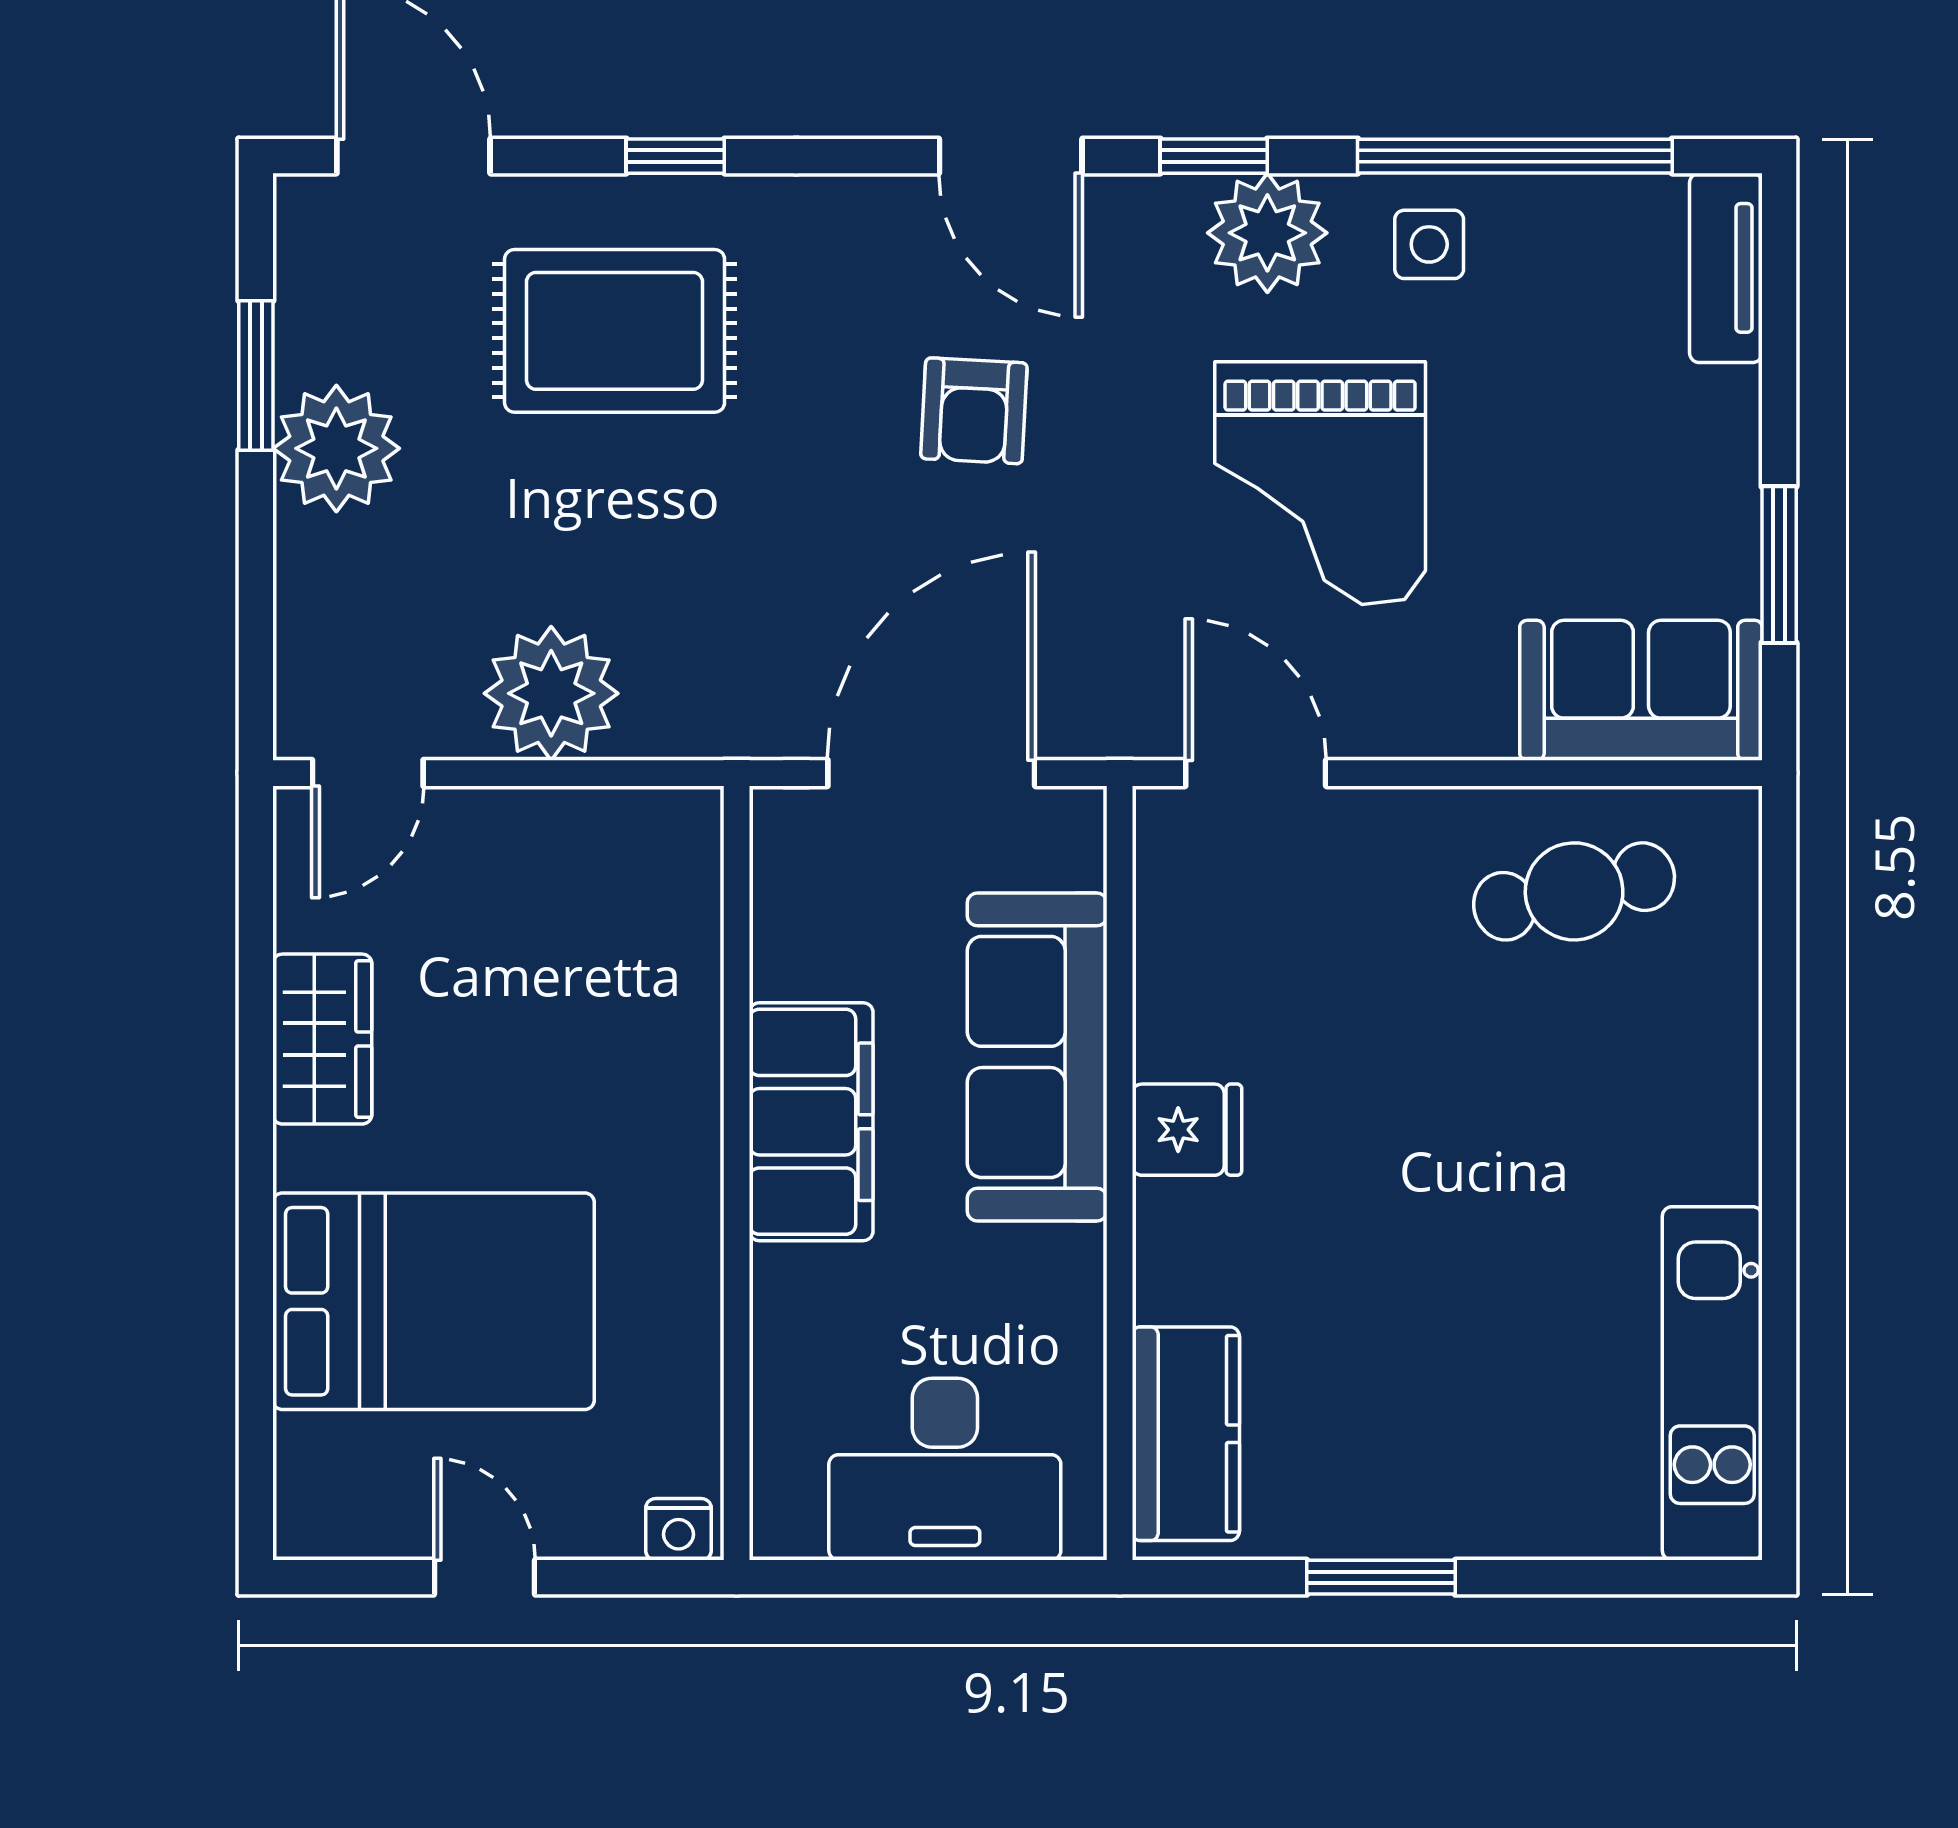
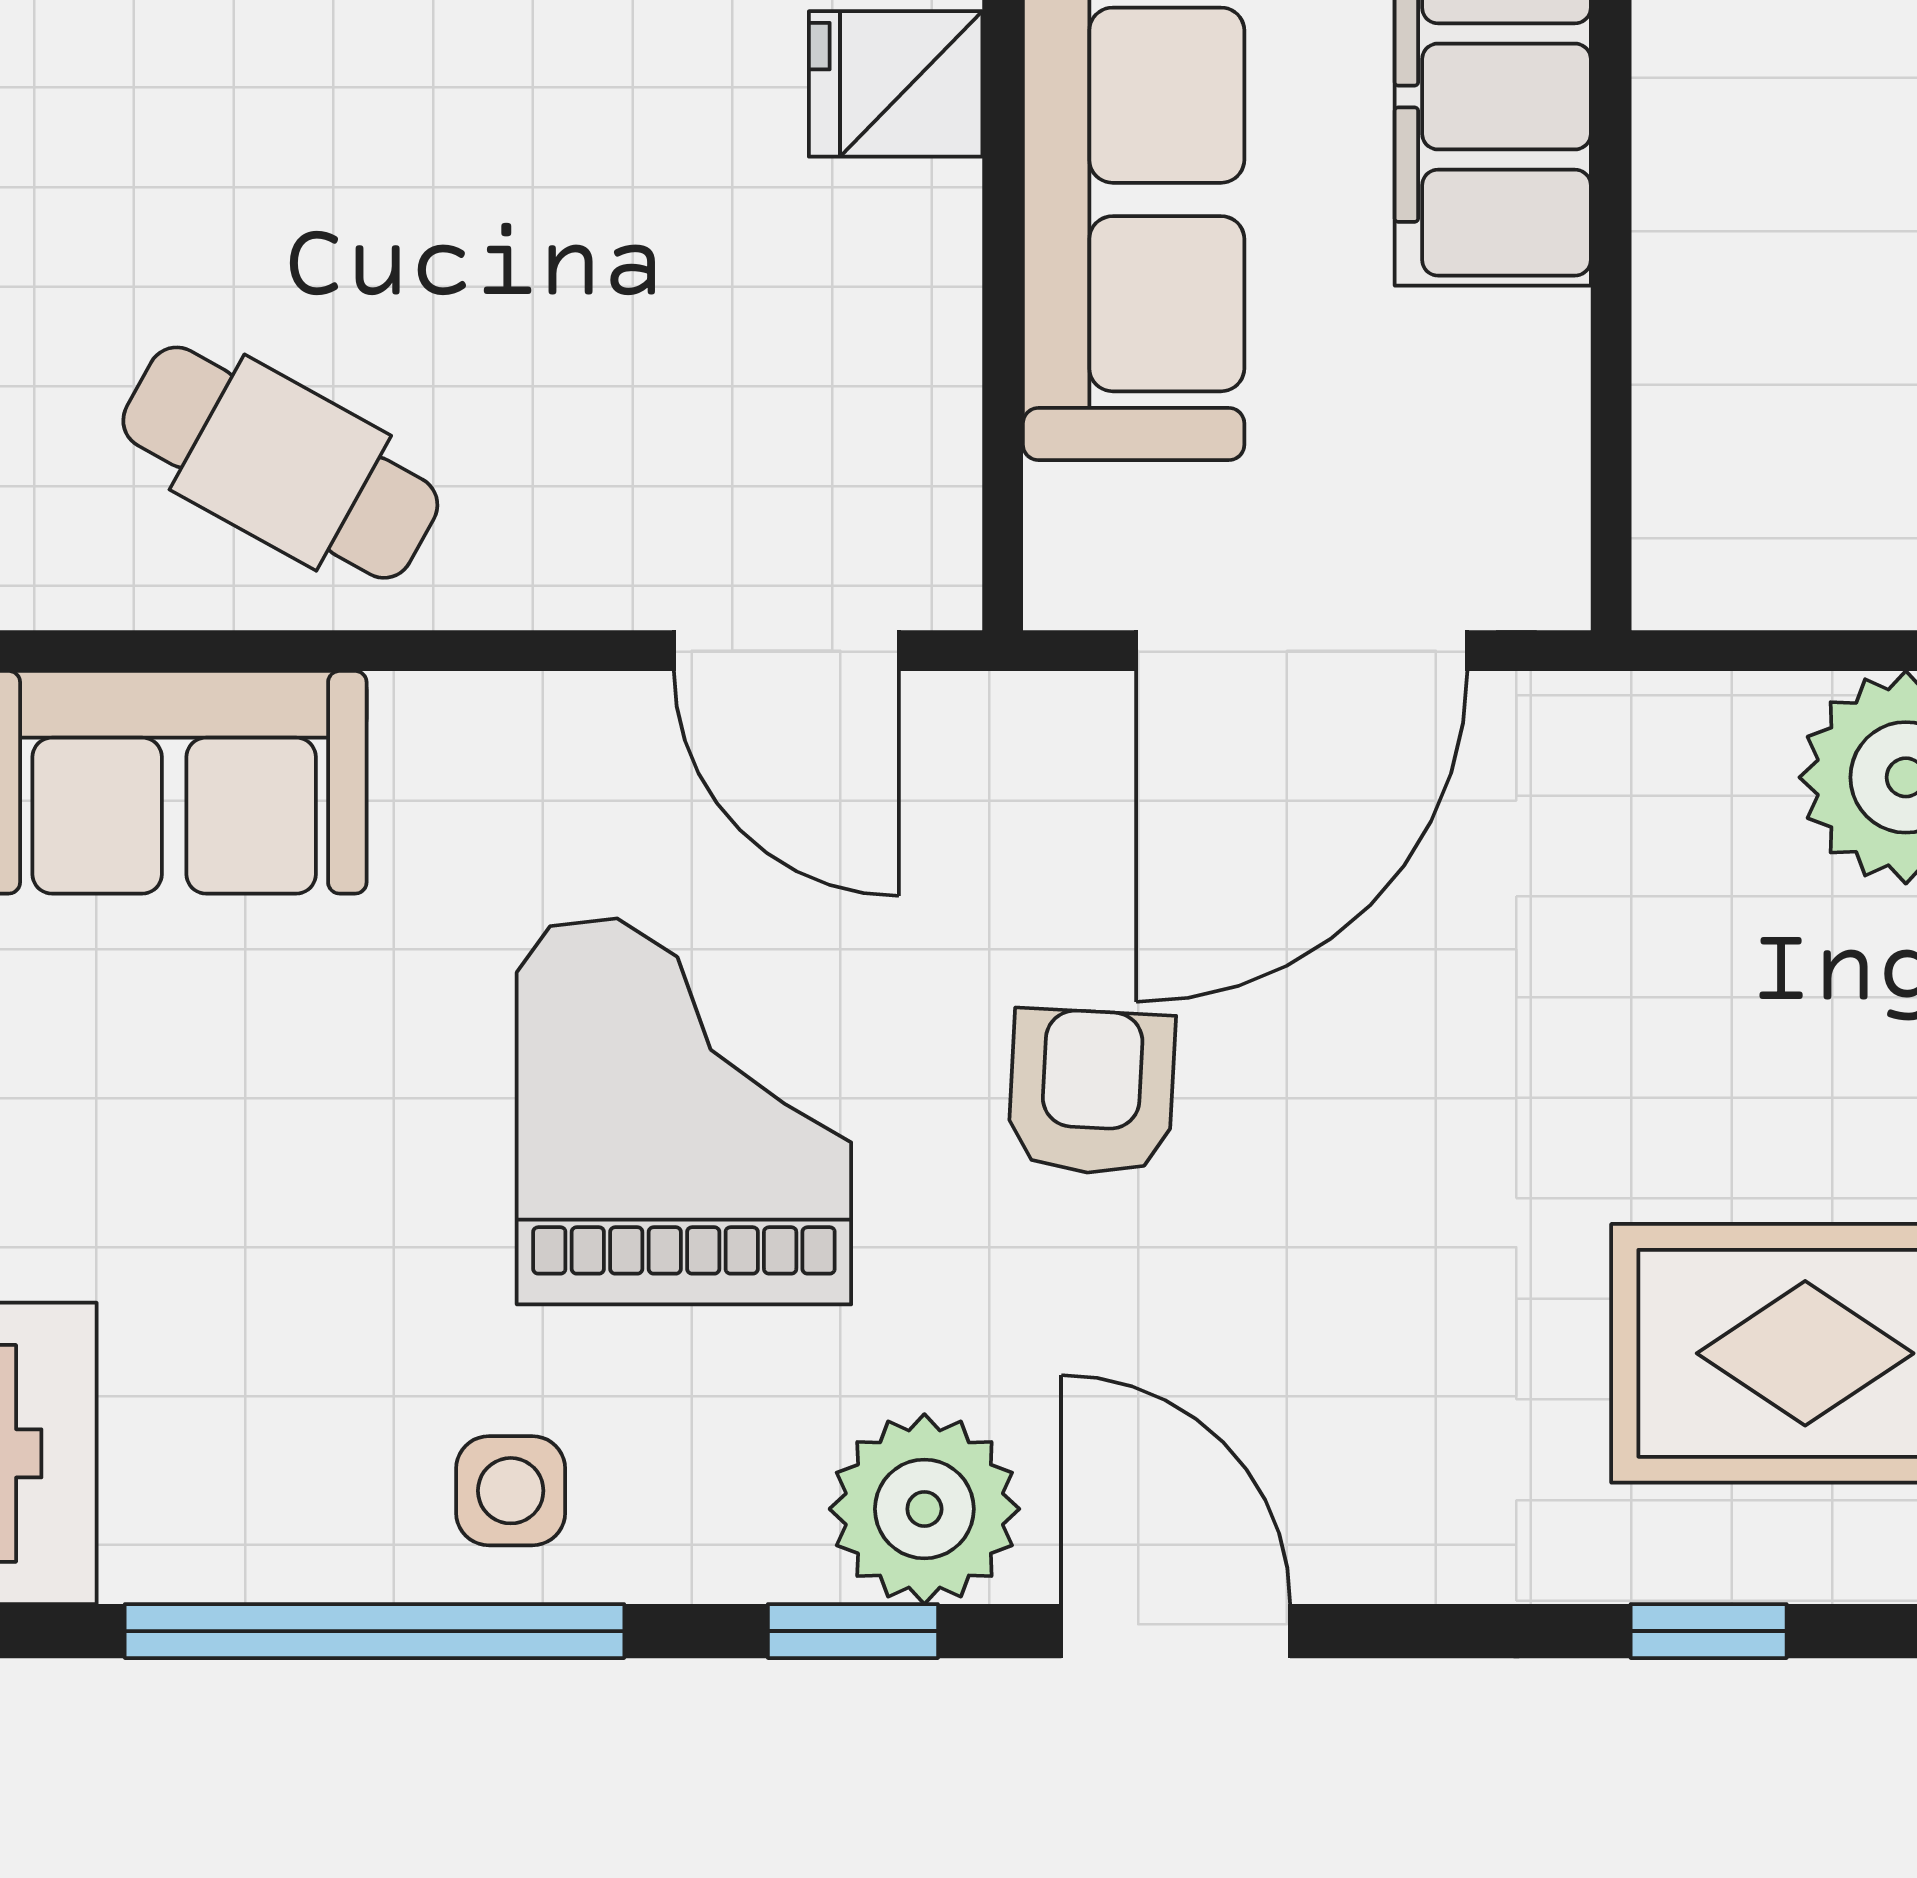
plant: (1267, 233) -> (924, 1509), moved
armchair: (974, 411) -> (1091, 1092), moved
cafe table: (1574, 891) -> (280, 463), turned 41

